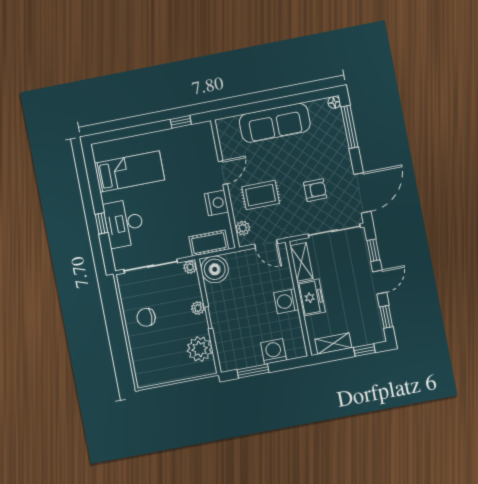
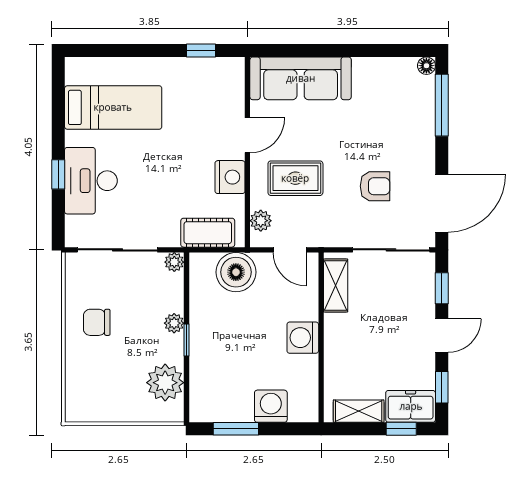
sofa: (275, 123) -> (301, 78), moved
boiler: (215, 269) -> (236, 272), moved
freezer: (311, 297) -> (411, 406), moved, turned -90

